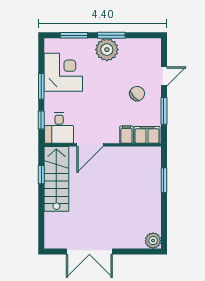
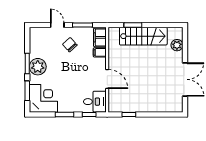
corner desk: (63, 72) -> (43, 98), moved, turned 90
stairs: (56, 179) -> (143, 36), moved, turned 180
plant: (153, 241) -> (177, 45), moved

